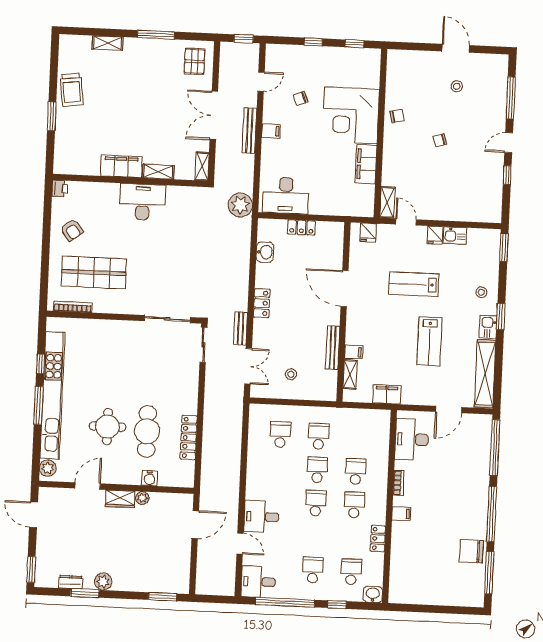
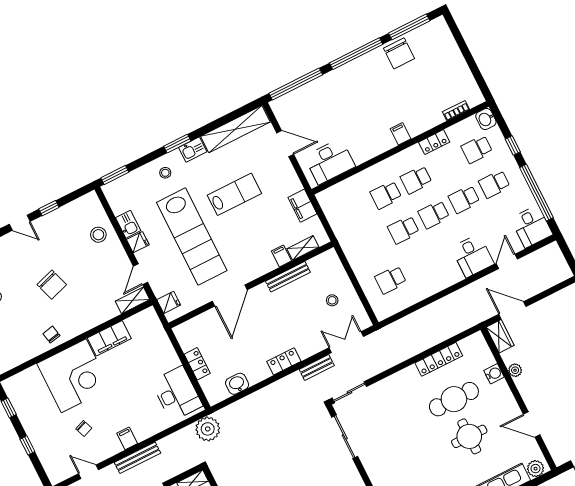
chair: (440, 140) -> (52, 285), width x1.87, depth x1.87
stool: (460, 205) -> (98, 235), added
lab bench: (414, 284) -> (192, 237), width x1.86, depth x1.39
school desk: (319, 436) -> (464, 199), moved
bookcase: (399, 483) -> (456, 111), moved
wardrobe: (120, 499) -> (500, 336), moved

